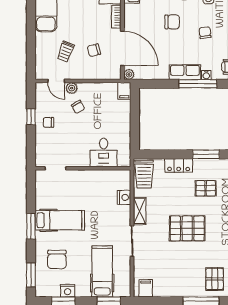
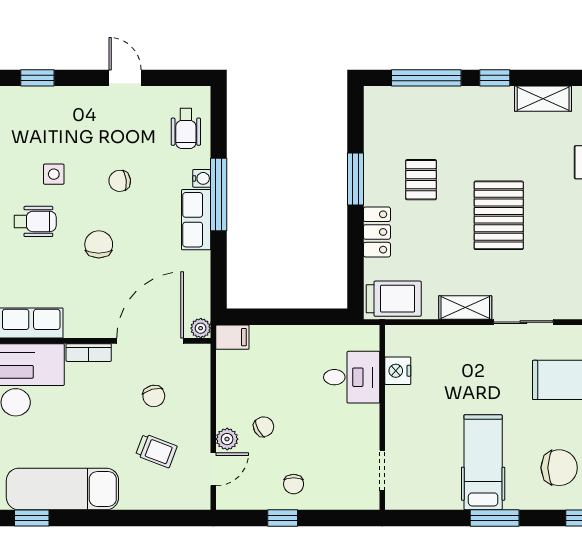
nightstand: (124, 197) -> (398, 371), moved, turned -90

